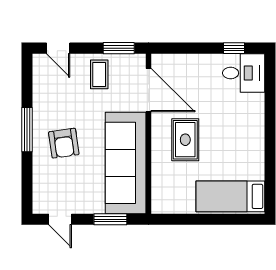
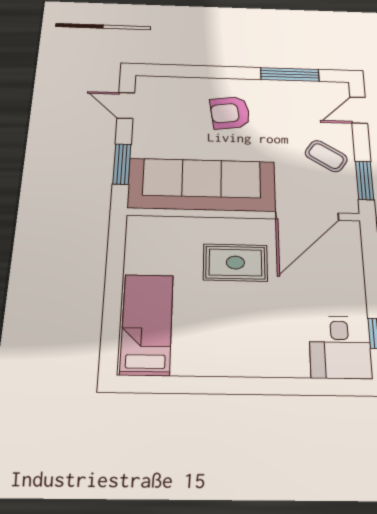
coffee table: (99, 74) -> (326, 156), turned 33
window: (27, 130) -> (290, 74), moved
door: (60, 219) -> (126, 105), hinge flipped

